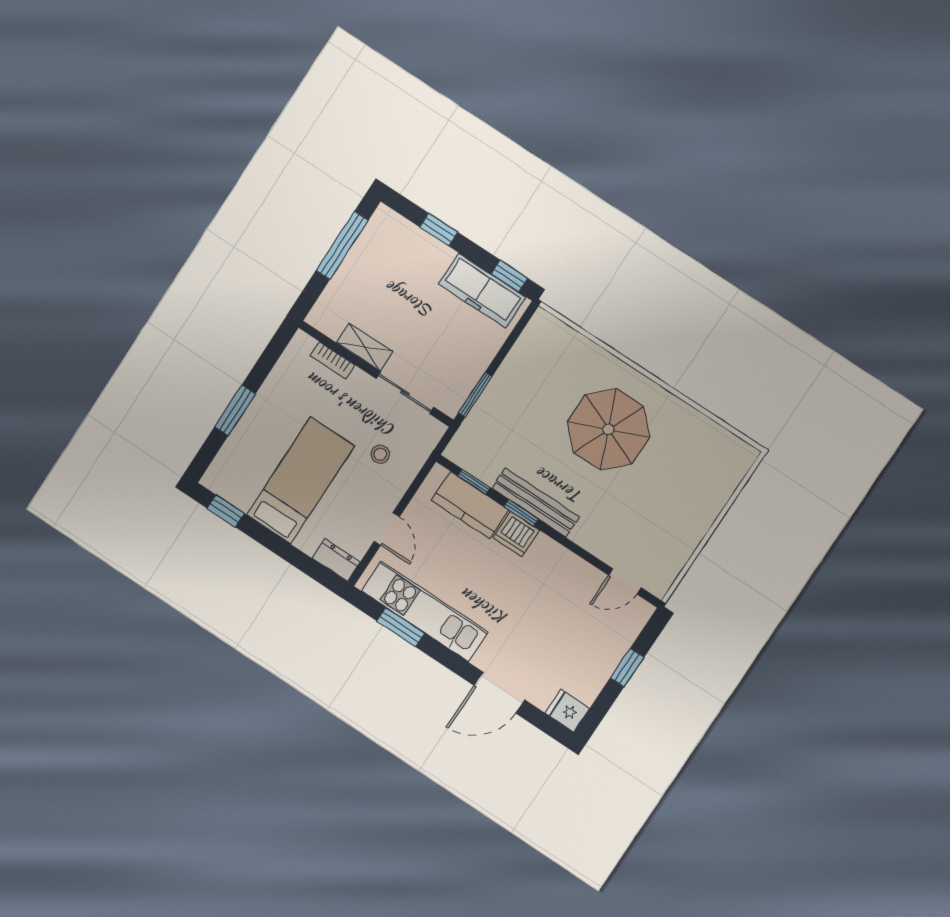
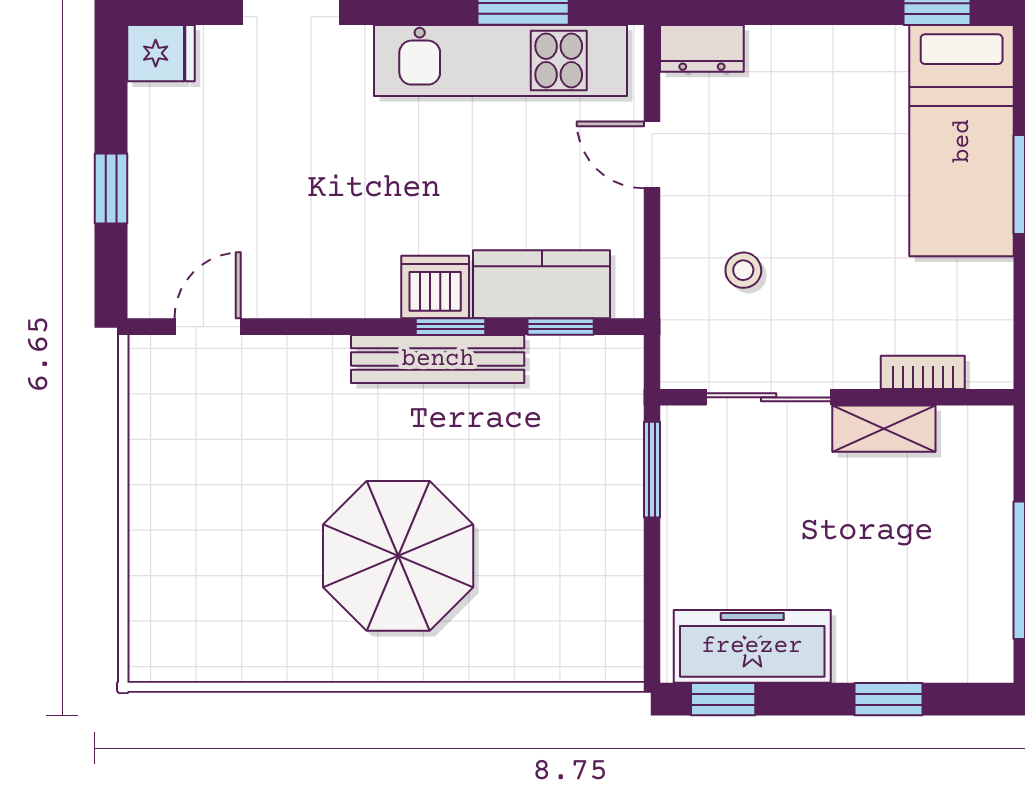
bed: (301, 480) -> (962, 141), moved

